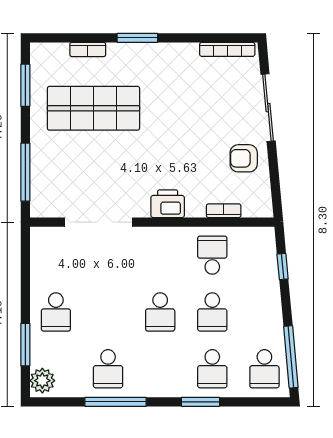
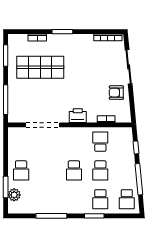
window: (291, 357) -> (139, 179), moved
school desk: (108, 369) -> (48, 199), removed
plant: (42, 381) -> (14, 195), moved

